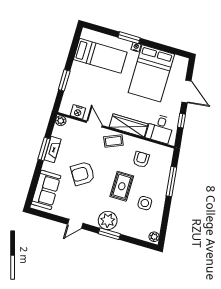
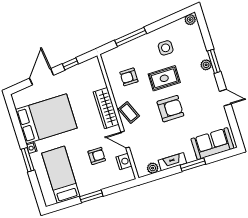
window: (64, 80) -> (91, 196), moved
armchair: (96, 93) -> (97, 156), added
plant: (61, 121) -> (153, 168), moved
door: (94, 124) -> (125, 140), hinge flipped
desk: (160, 129) -> (90, 78), removed
window: (44, 149) -> (193, 165), moved
armchair: (83, 174) -> (170, 109), moved, turned -58
plant: (108, 220) -> (206, 65), width x0.53, depth x0.53

